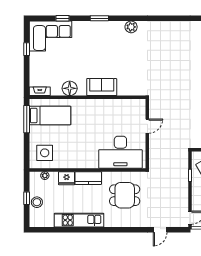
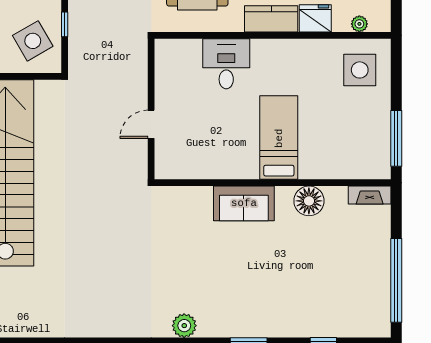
corner sofa: (50, 36) -> (348, 307), removed
window: (27, 49) -> (396, 280), width x3.17
bed: (50, 116) -> (279, 138), moved, turned 90
desk: (120, 152) -> (226, 64), width x0.53, depth x0.77

